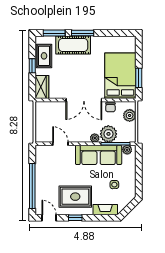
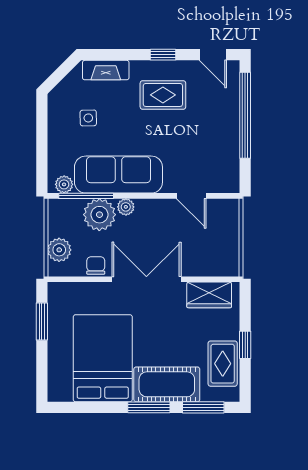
bed: (120, 76) -> (103, 358), moved, turned 180
wardrobe: (42, 87) -> (209, 295), moved, turned -90
rug: (75, 197) -> (163, 95), width x0.73, depth x0.70

